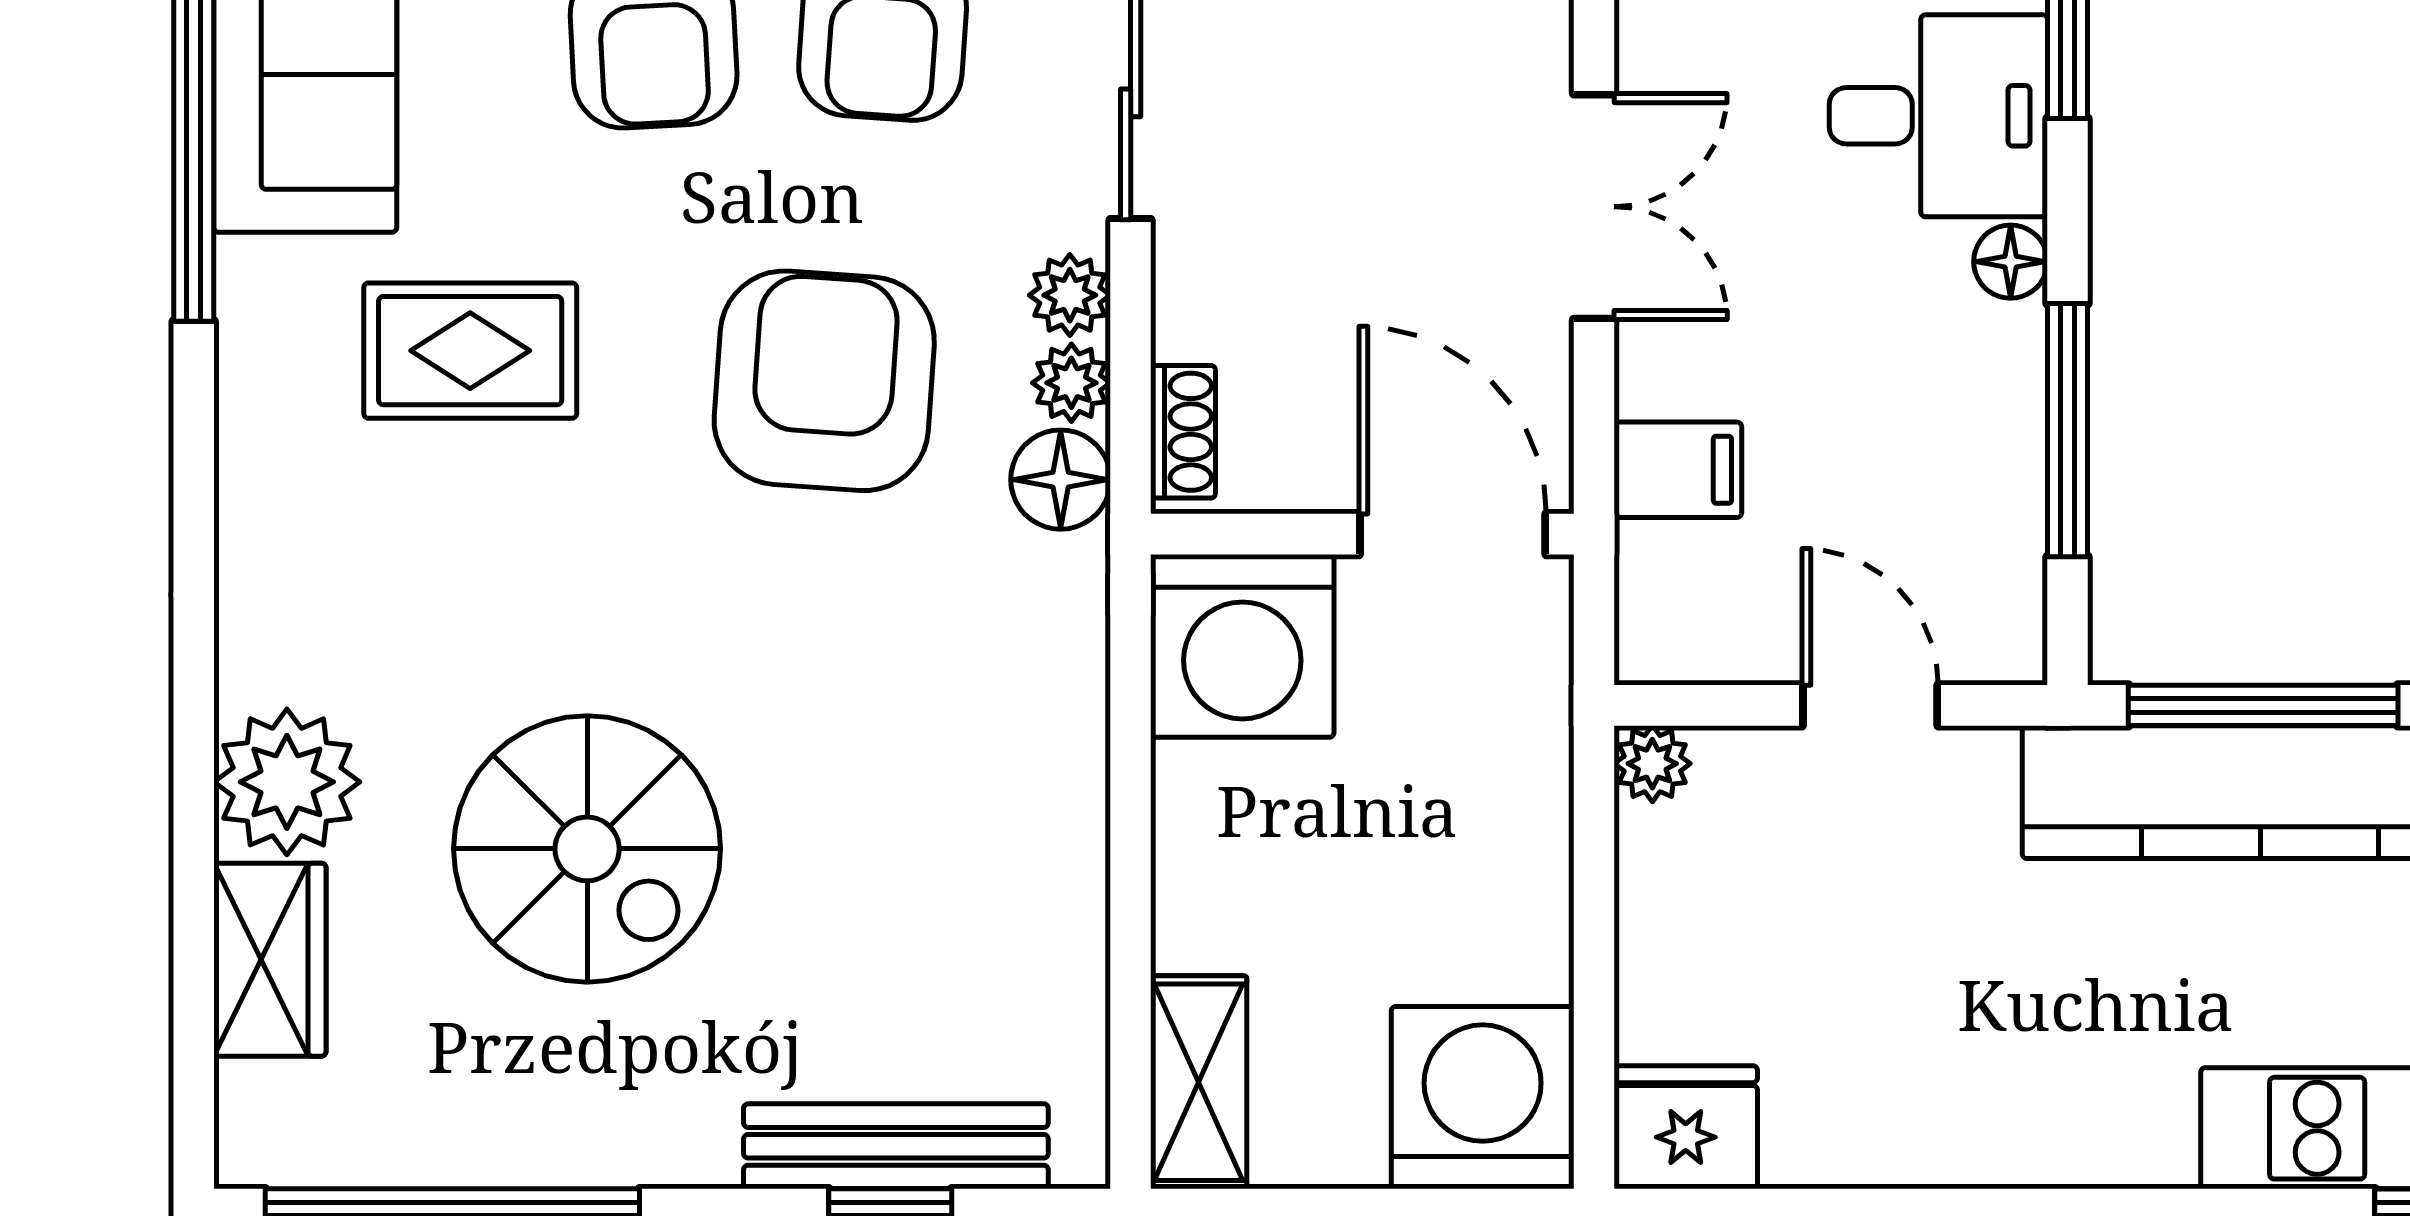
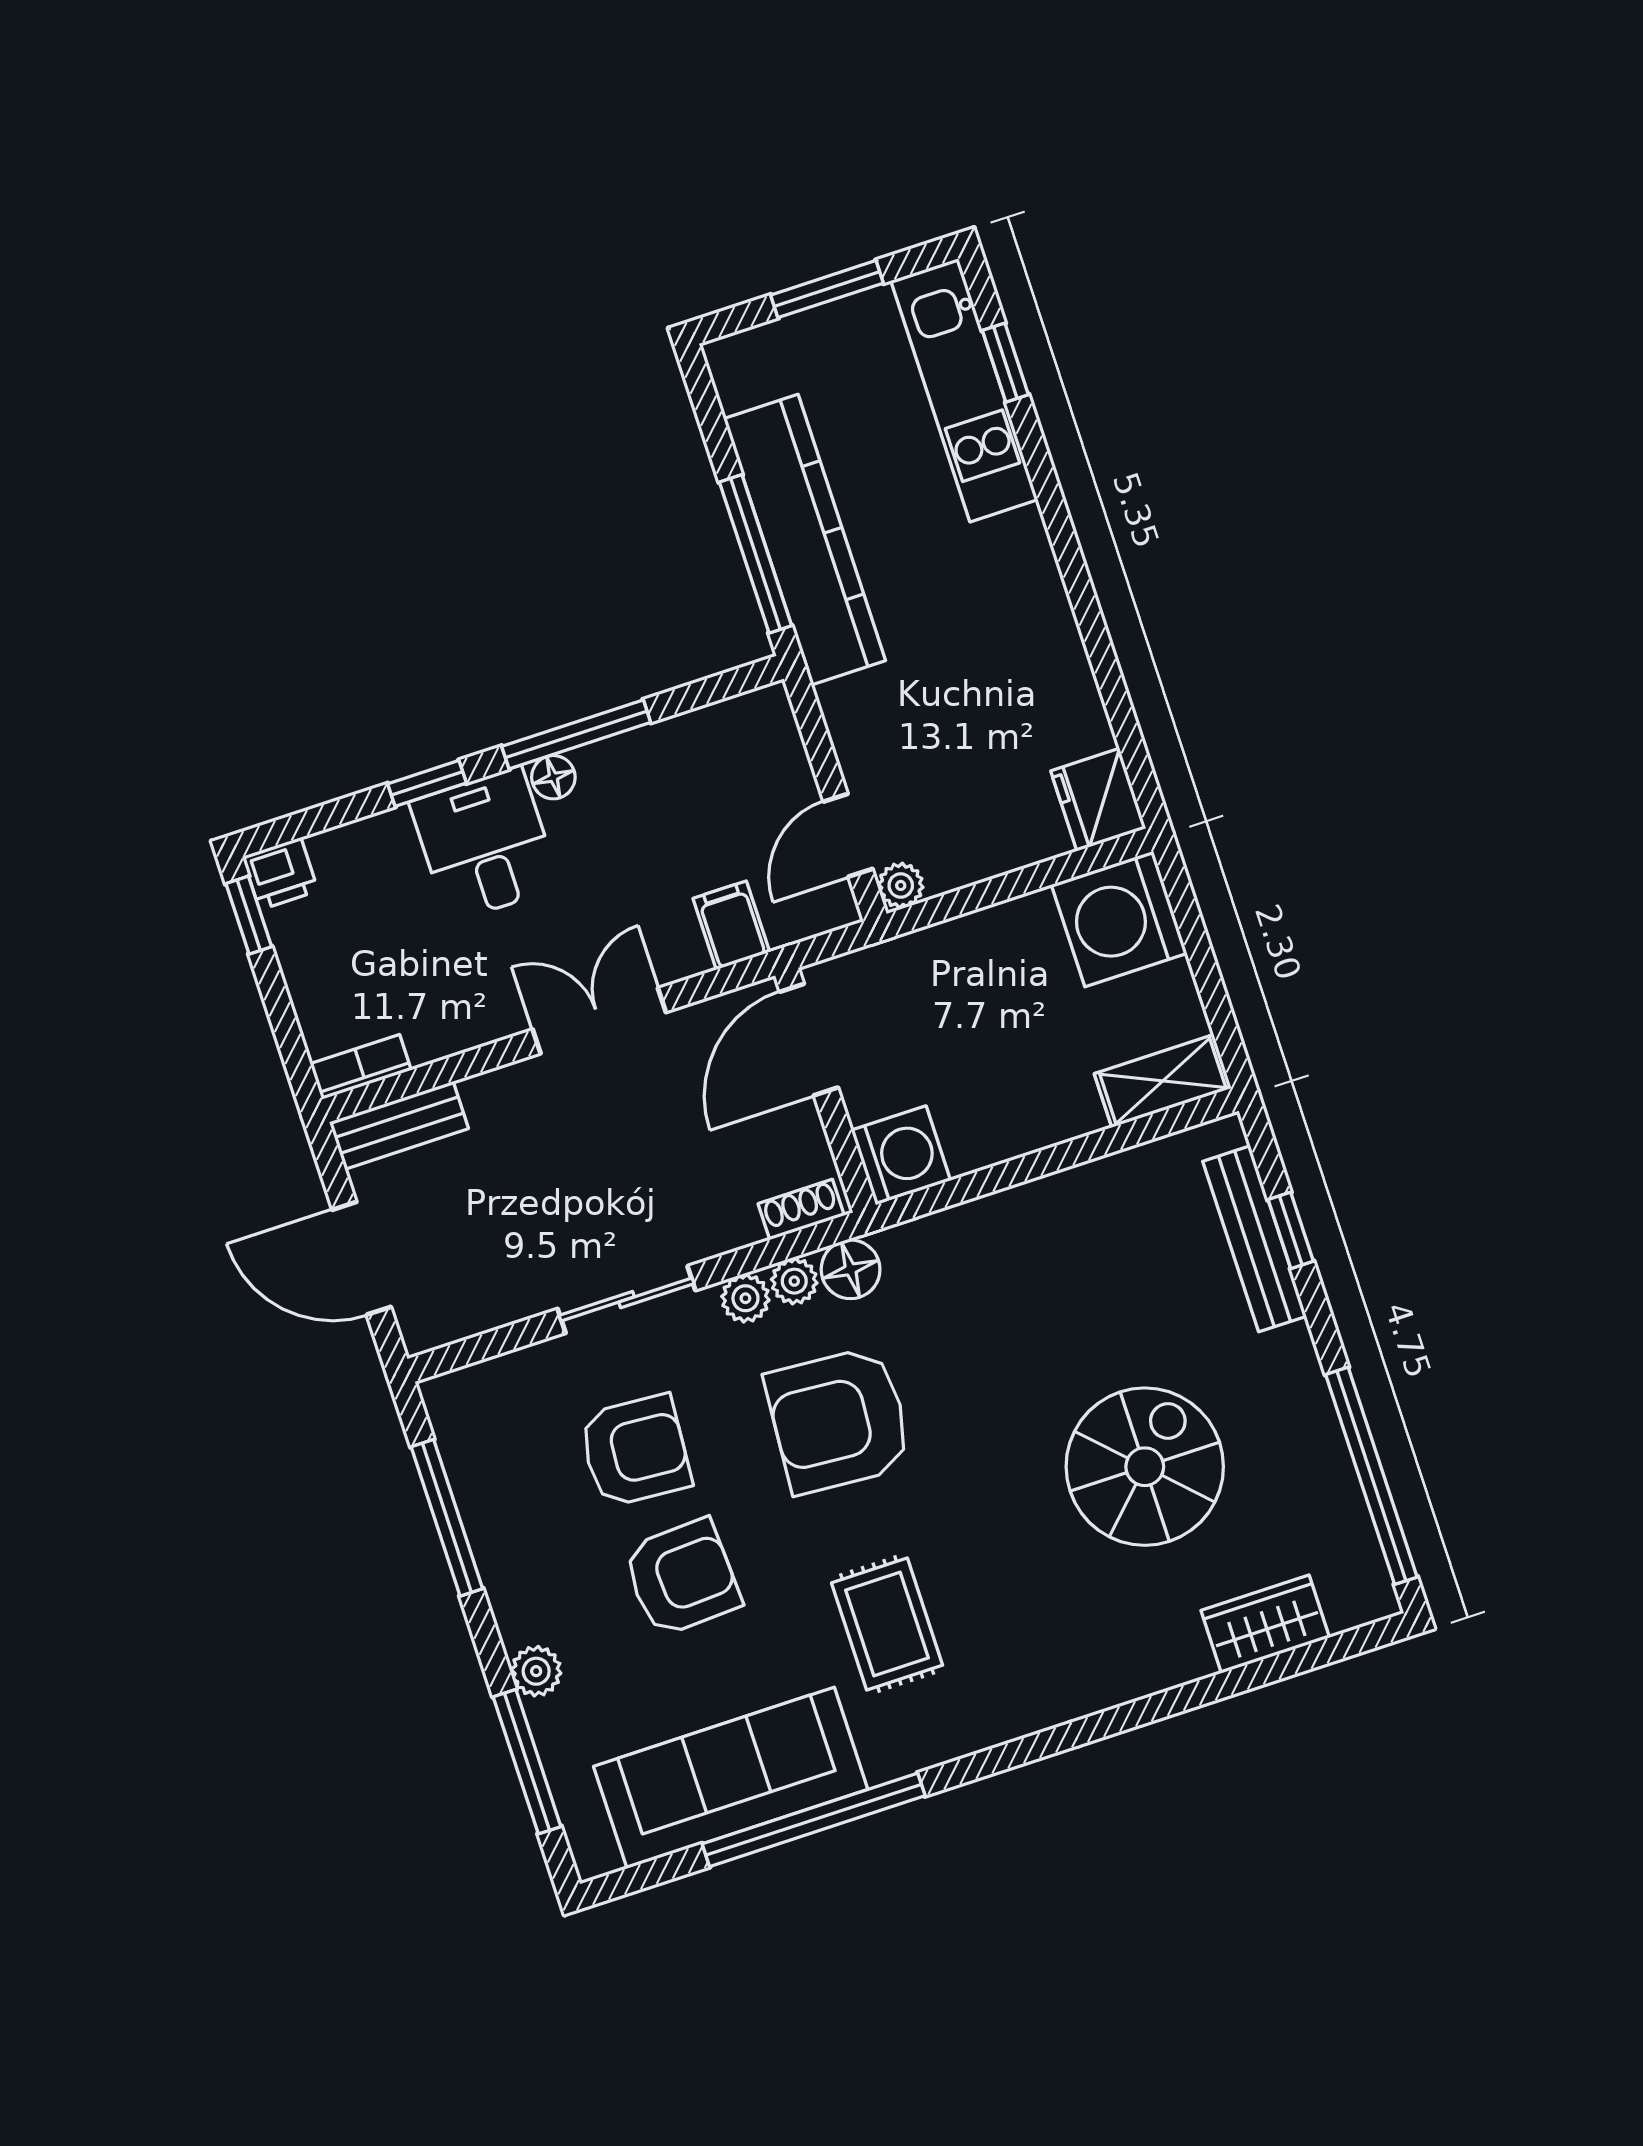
window: (2067, 430) -> (576, 734), moved
washing machine: (1242, 646) -> (901, 1155), width x0.73, depth x0.73
door: (1870, 705) -> (848, 835), moved
plant: (287, 782) -> (1163, 1647), removed

